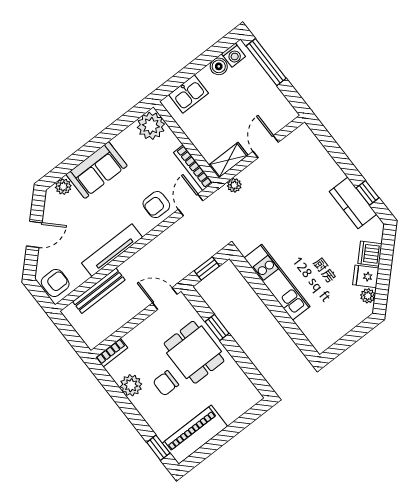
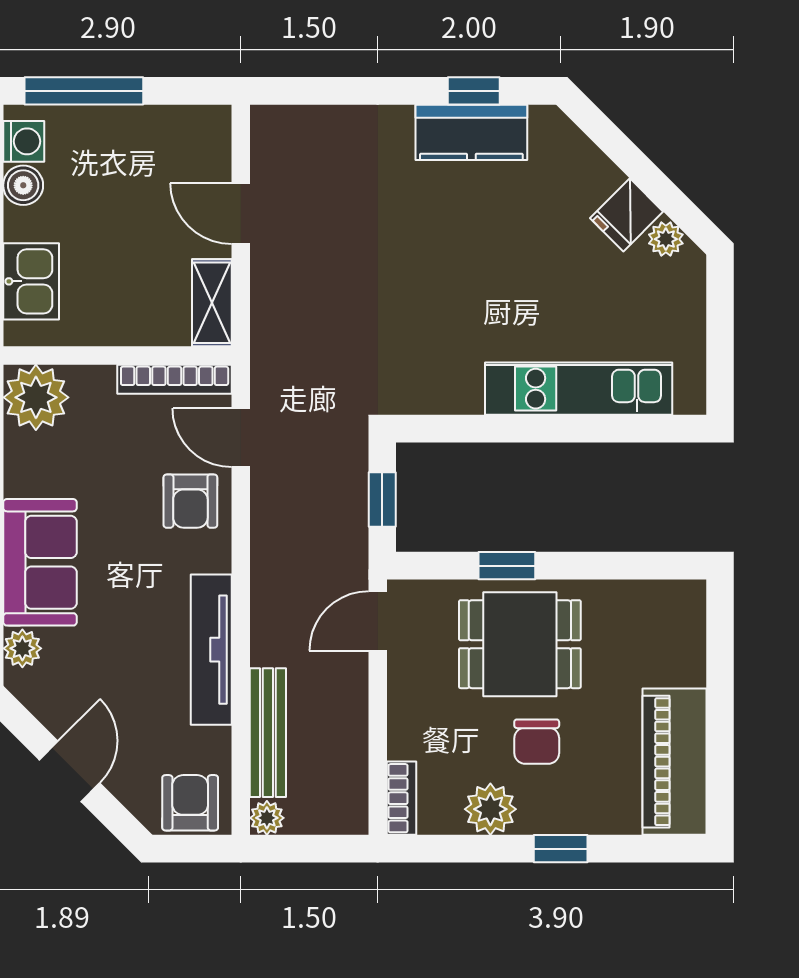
plant: (234, 185) -> (267, 818), moved
dishwasher: (370, 254) -> (590, 174), removed
kitchen unit: (277, 282) -> (579, 389), moved
window: (158, 448) -> (561, 849), moved

